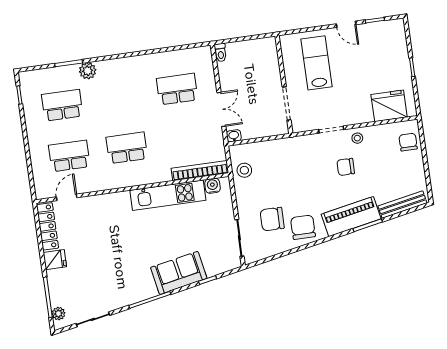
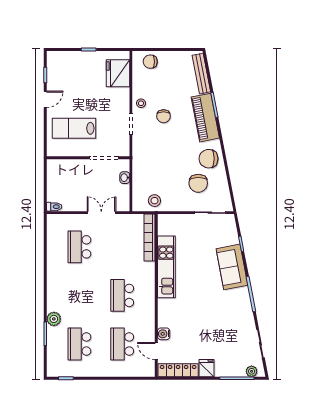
washbasin: (234, 136) -> (125, 178), moved
water cooler: (213, 186) -> (164, 334), moved

